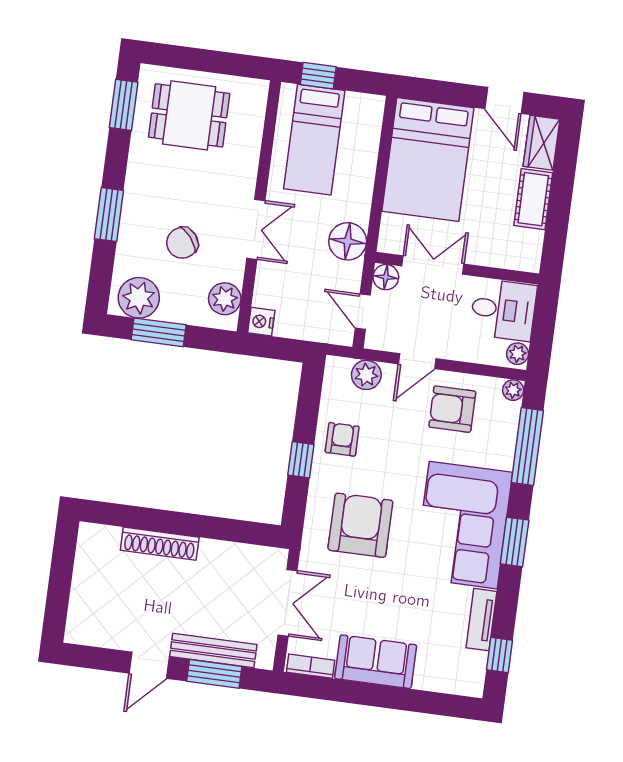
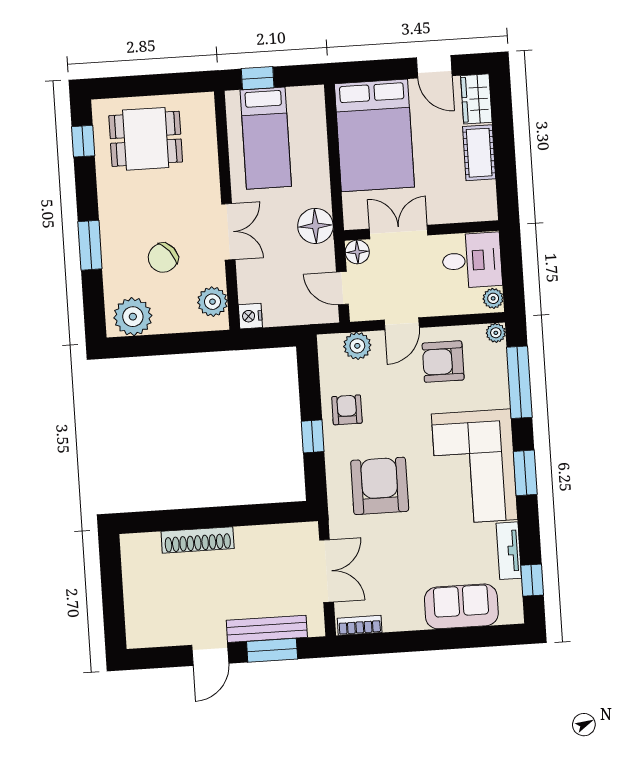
window: (124, 105) -> (83, 141), width x0.67
window: (159, 332) -> (158, 345), removed
sofa: (376, 662) -> (461, 606), moved

